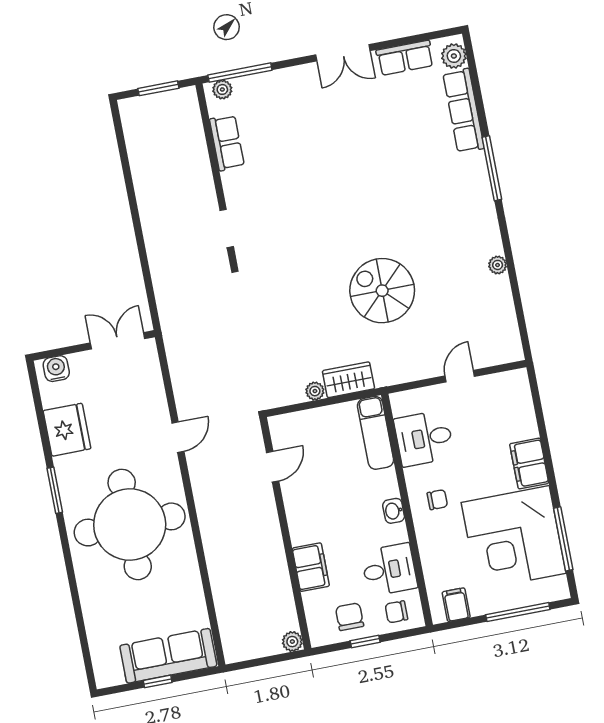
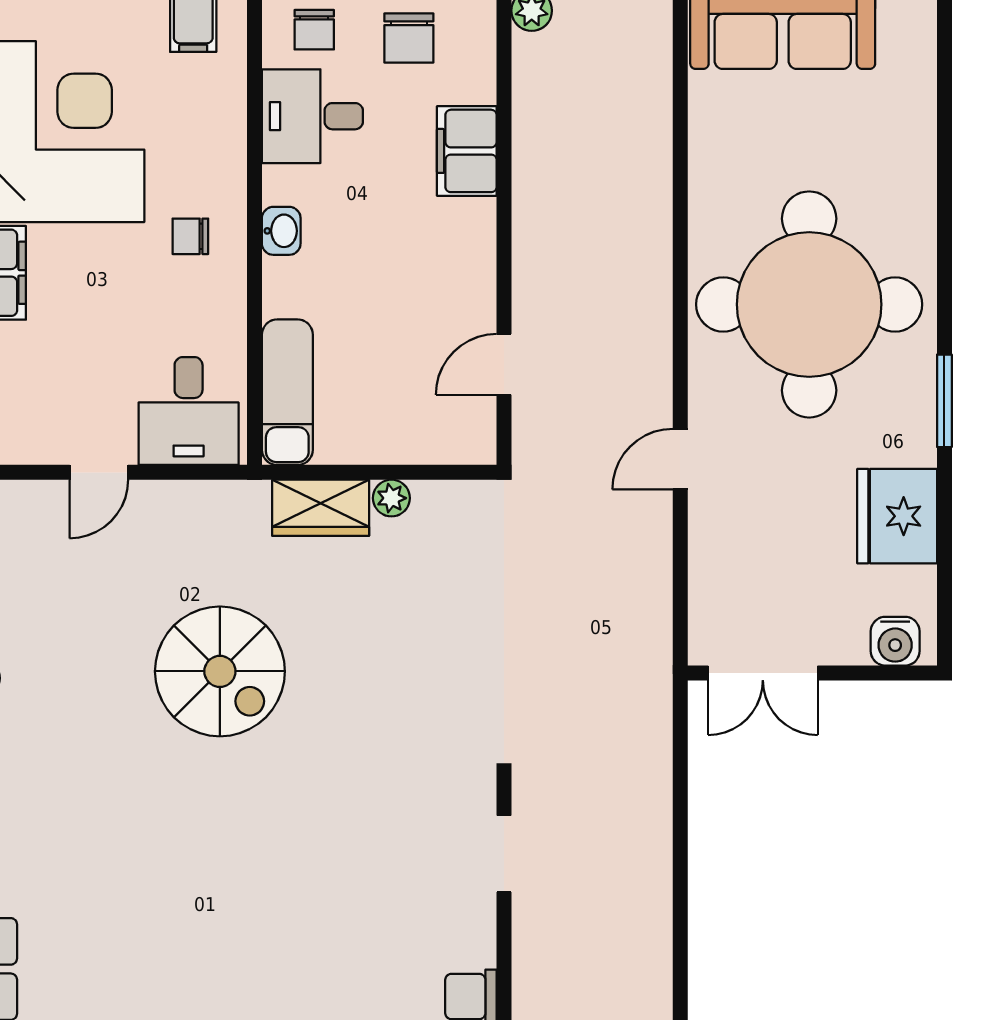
desk: (424, 438) -> (189, 411), moved, turned 90
chair: (396, 612) -> (314, 30), turned 90

